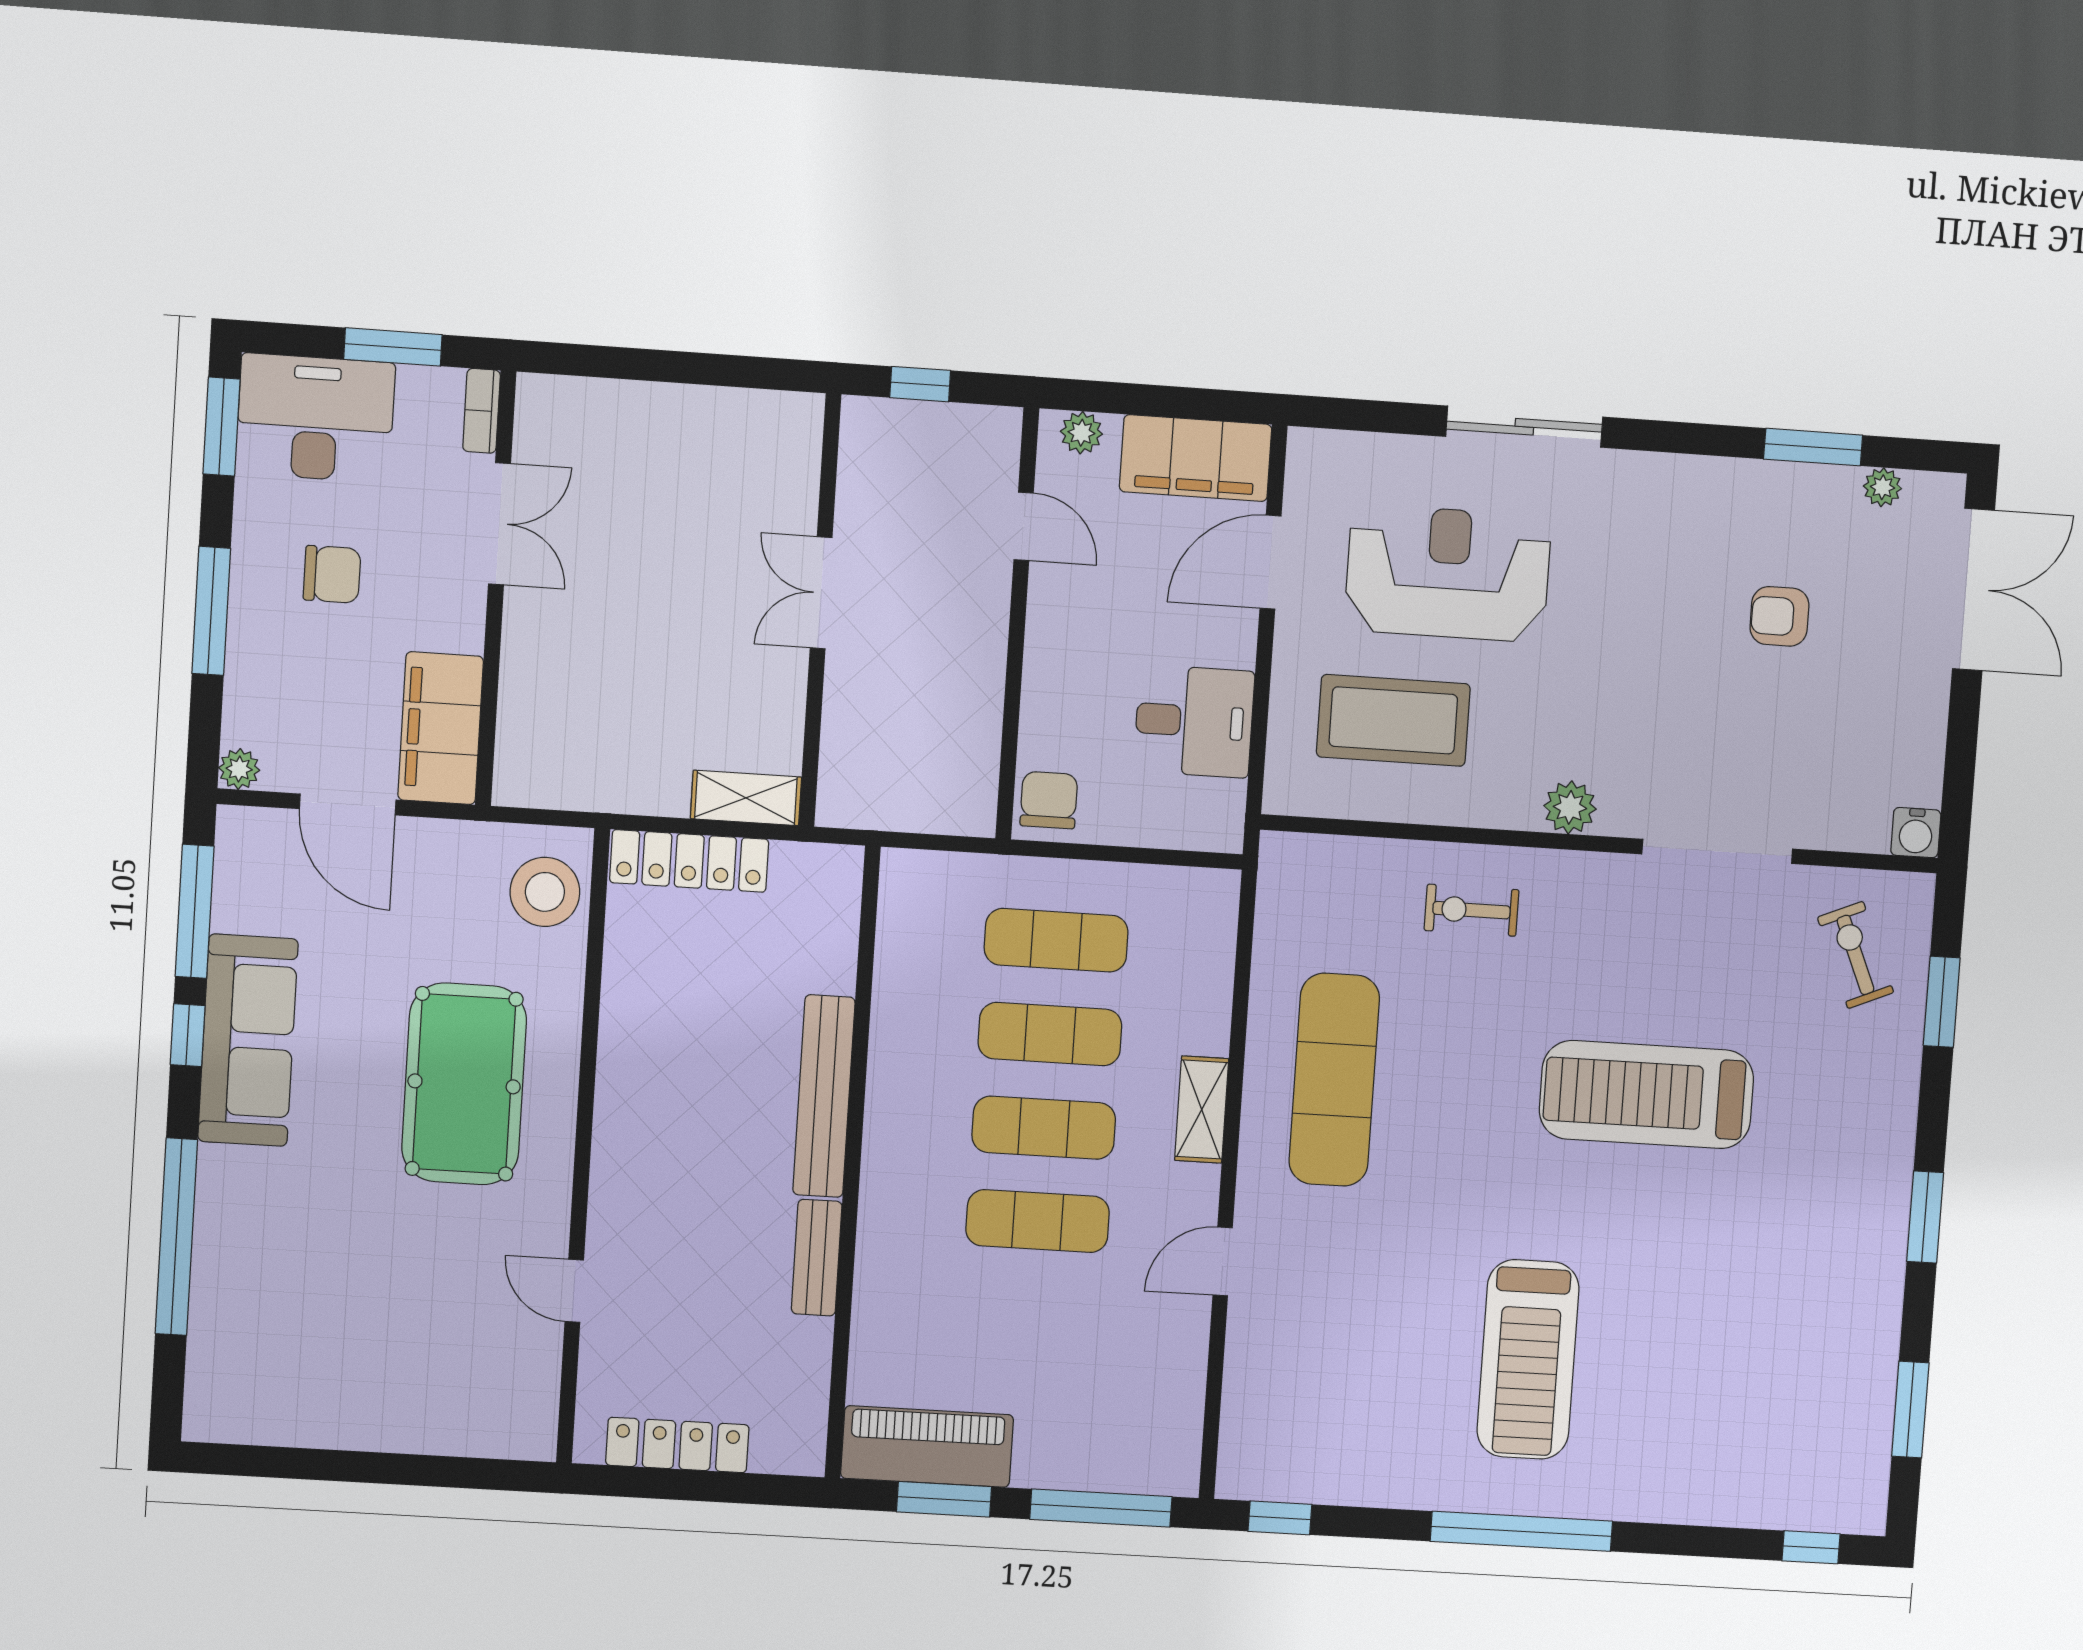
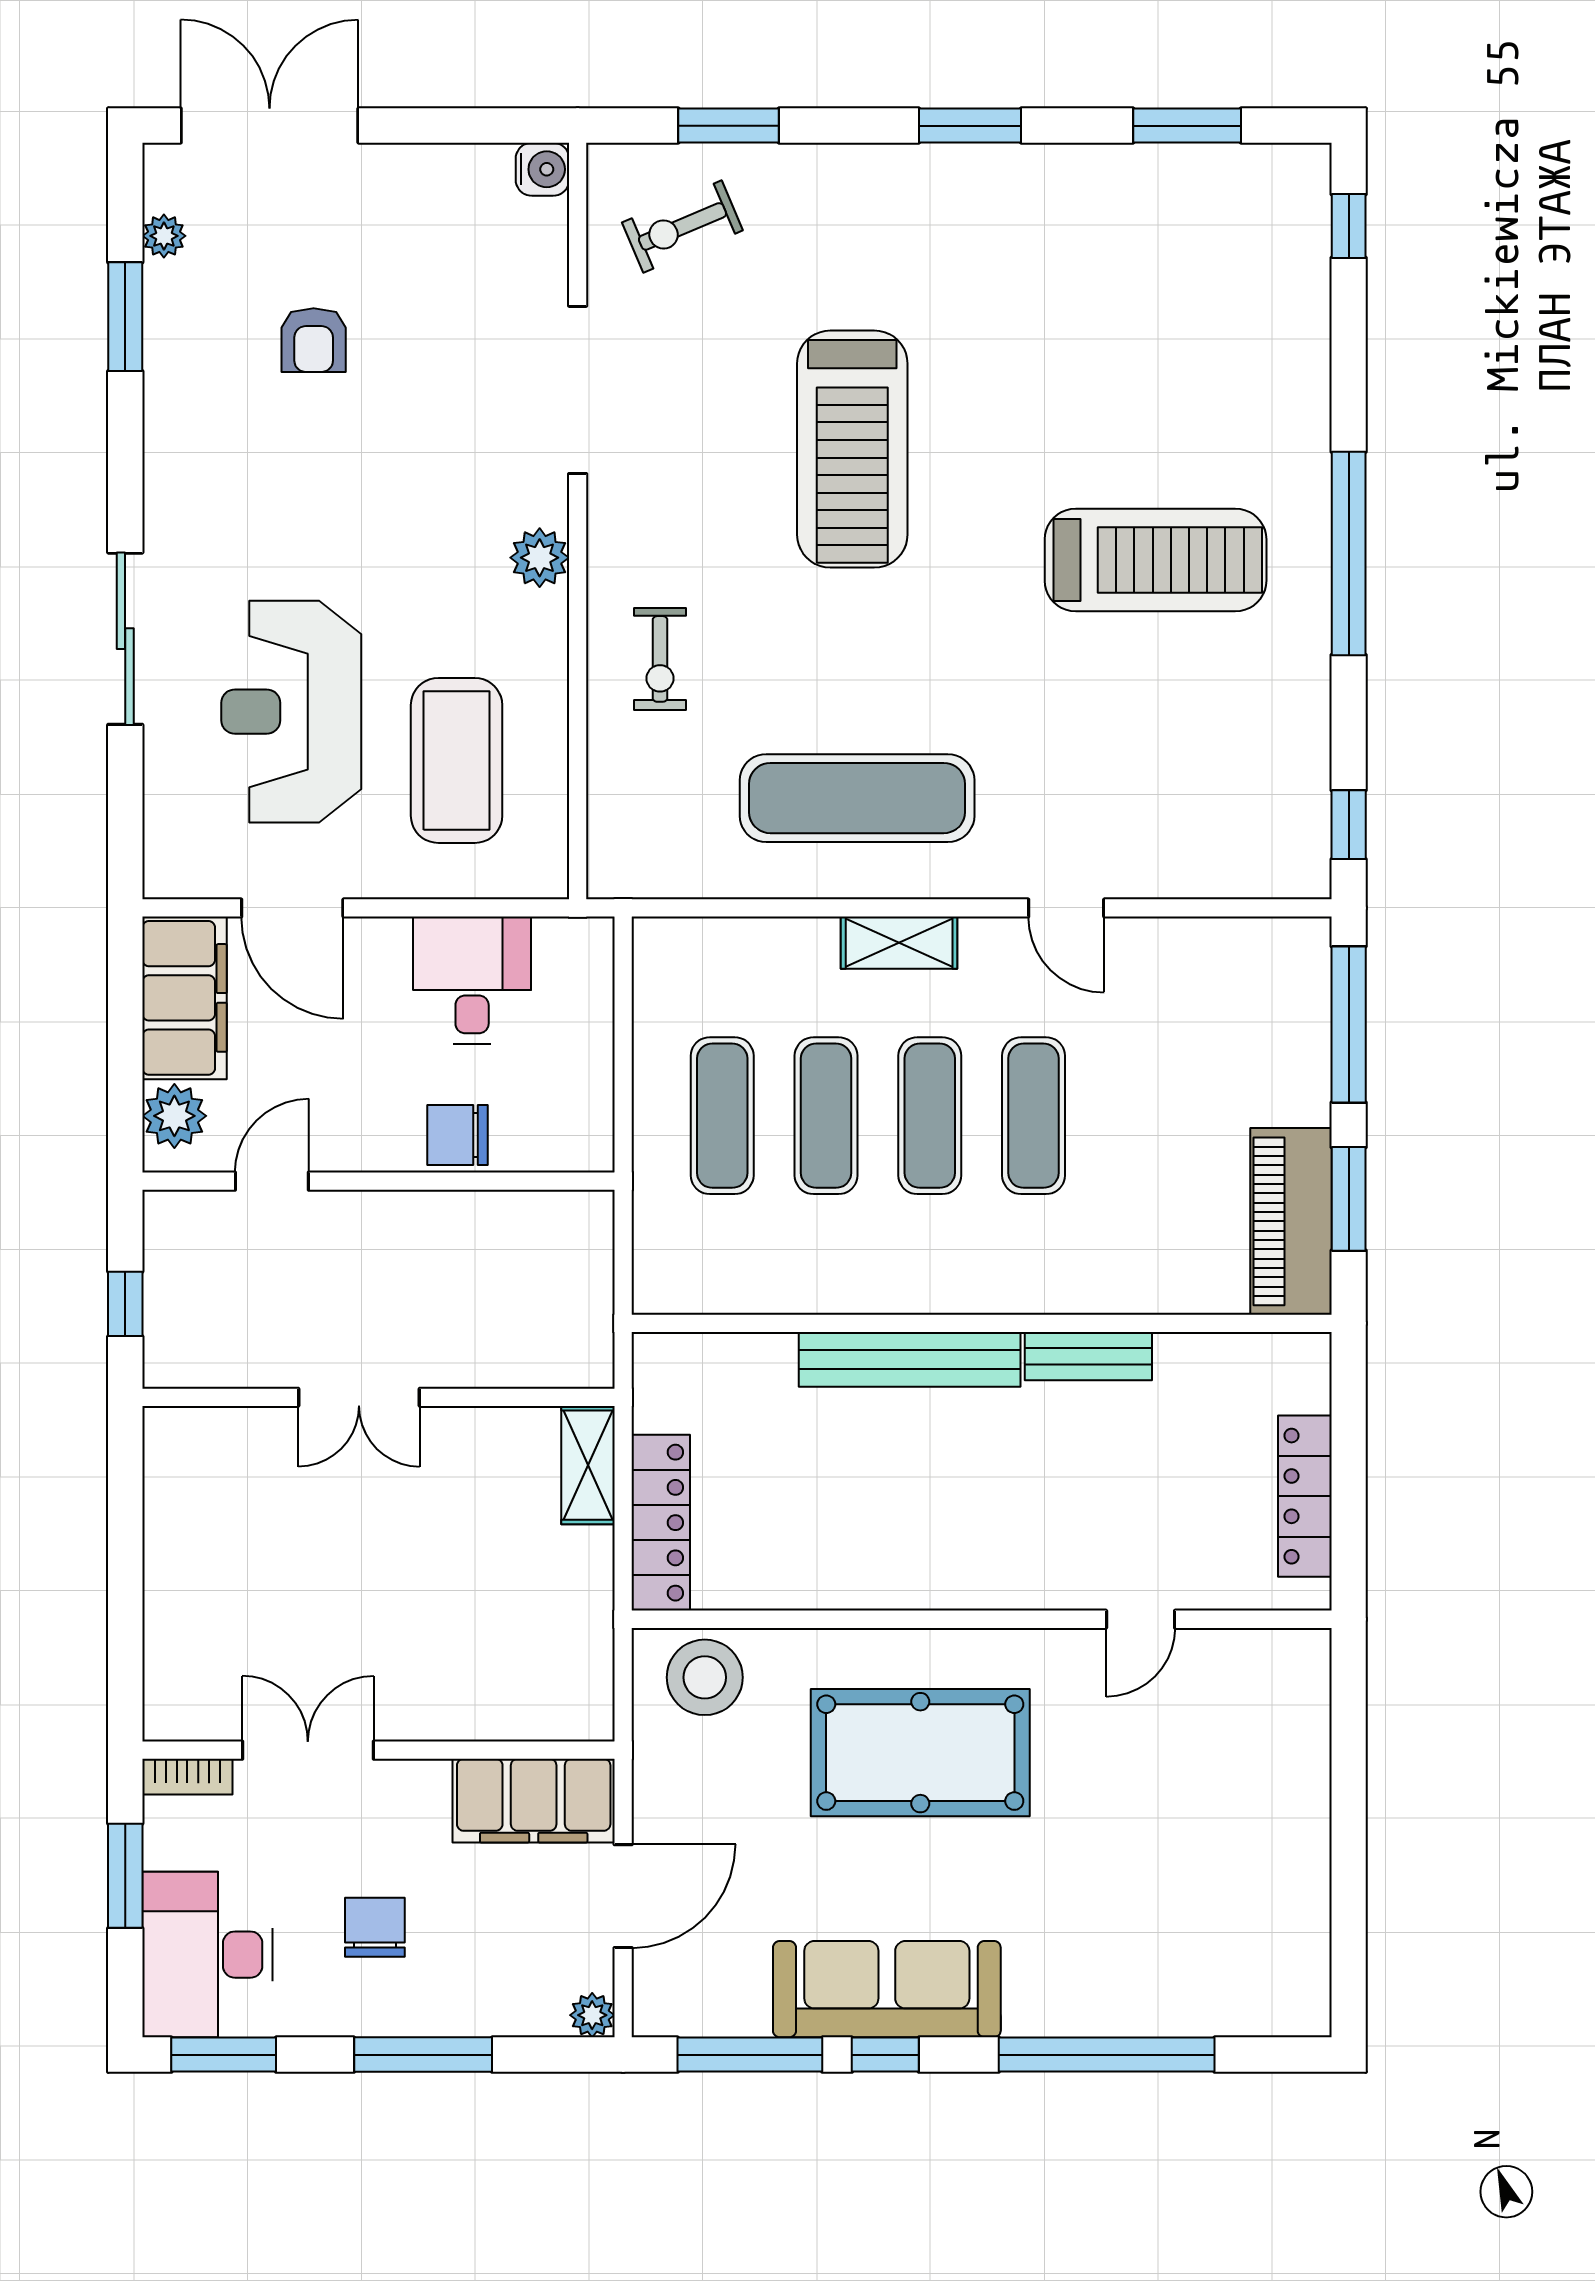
plant: (1081, 433) -> (174, 1116), width x1.38, depth x1.38
chair: (1049, 800) -> (457, 1135), moved

